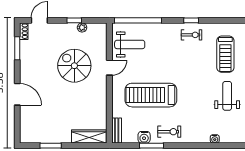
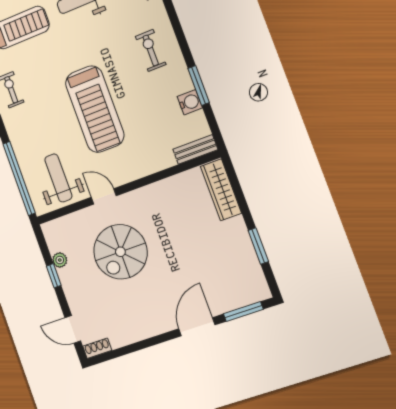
window: (17, 48) -> (243, 312), moved
treadmill: (151, 95) -> (95, 109), moved
exercise bike: (169, 132) -> (151, 50), moved

